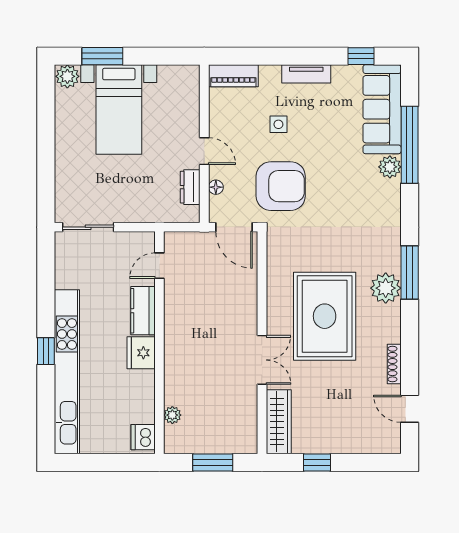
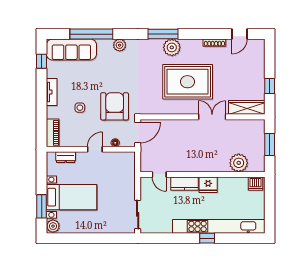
plant: (390, 167) -> (120, 45), moved
dresser: (190, 187) -> (66, 157), moved
plant: (172, 415) -> (239, 163), width x1.87, depth x1.87

